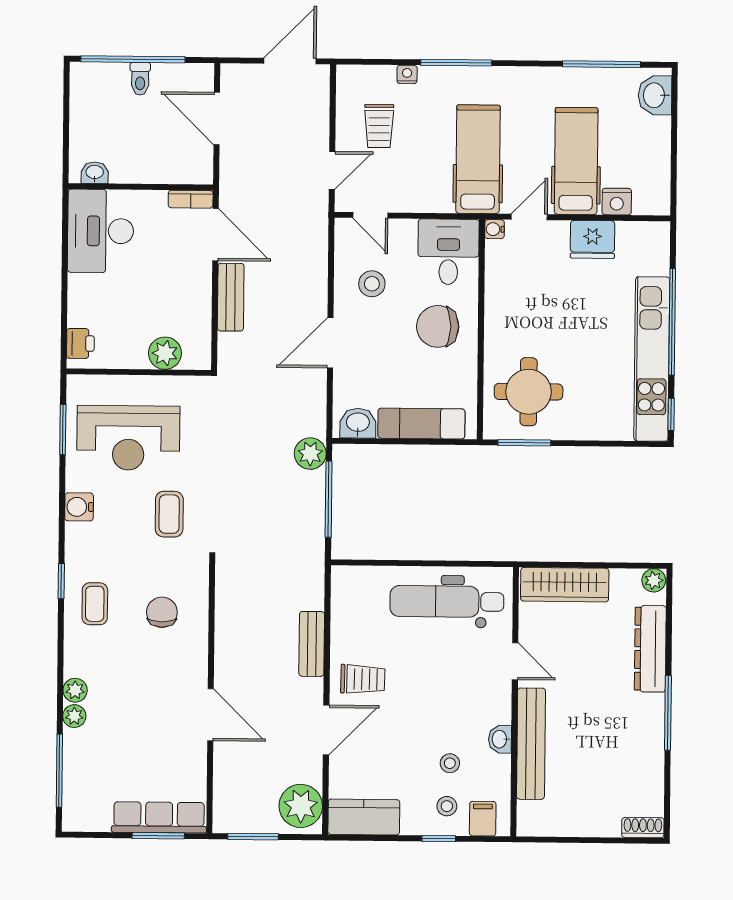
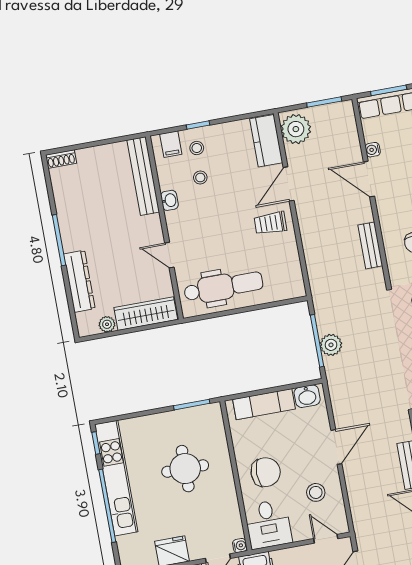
round table: (529, 392) -> (185, 469), moved
plant: (310, 454) -> (331, 345), moved
plant: (654, 580) -> (107, 324), moved
bench: (312, 644) -> (370, 245), moved
bench: (531, 744) -> (143, 176), moved
water cooler: (197, 756) -> (373, 150), added
kitchen counter: (364, 817) -> (266, 141), moved, turned 90

